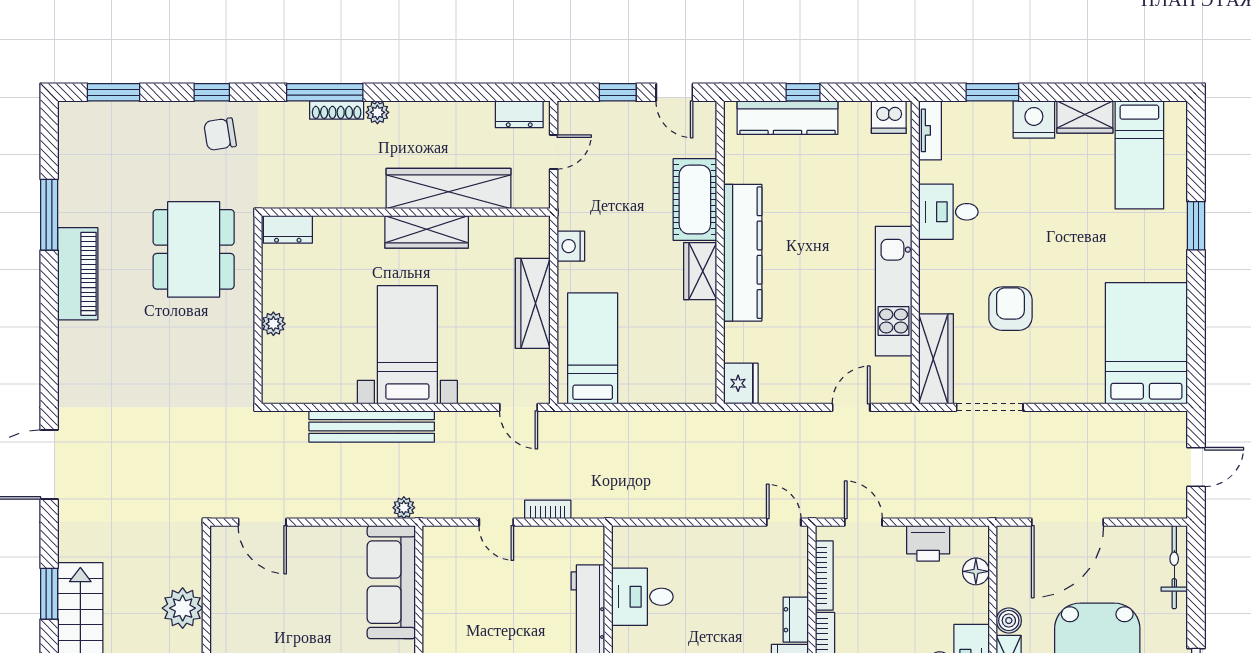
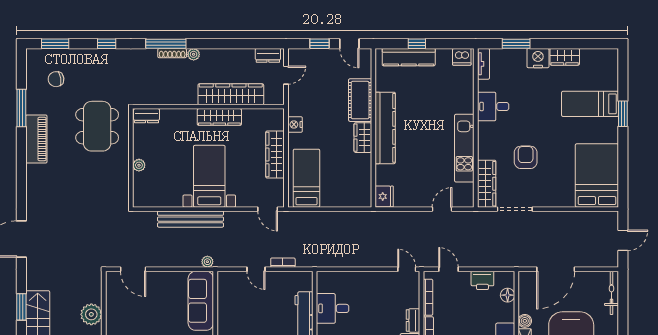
chair: (220, 134) -> (56, 79), moved
bed: (1139, 155) -> (590, 104), moved, turned 90

